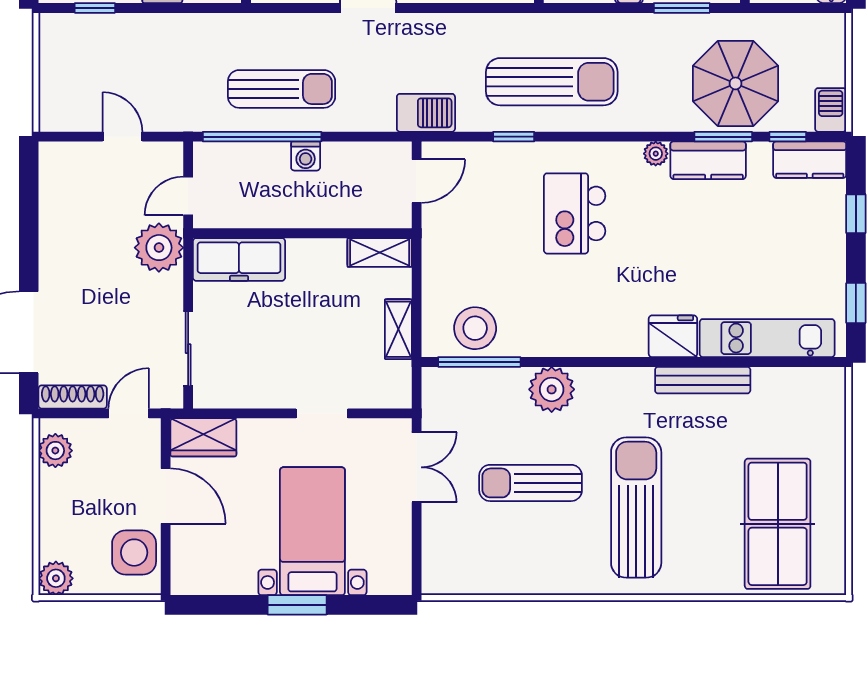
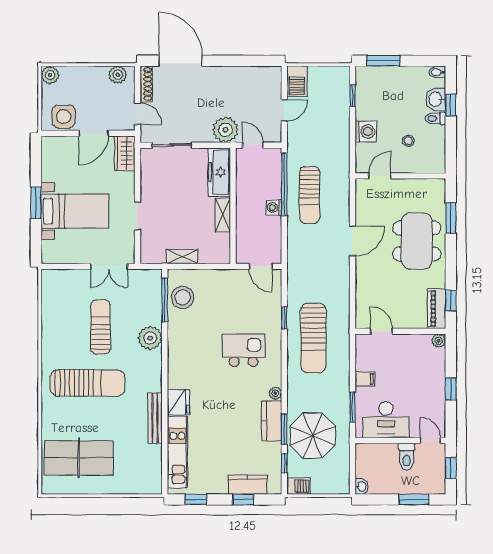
barbecue: (426, 113) -> (297, 81), moved
kitchen counter: (810, 160) -> (247, 485), moved, turned 90
shelving: (380, 252) -> (223, 215), moved

